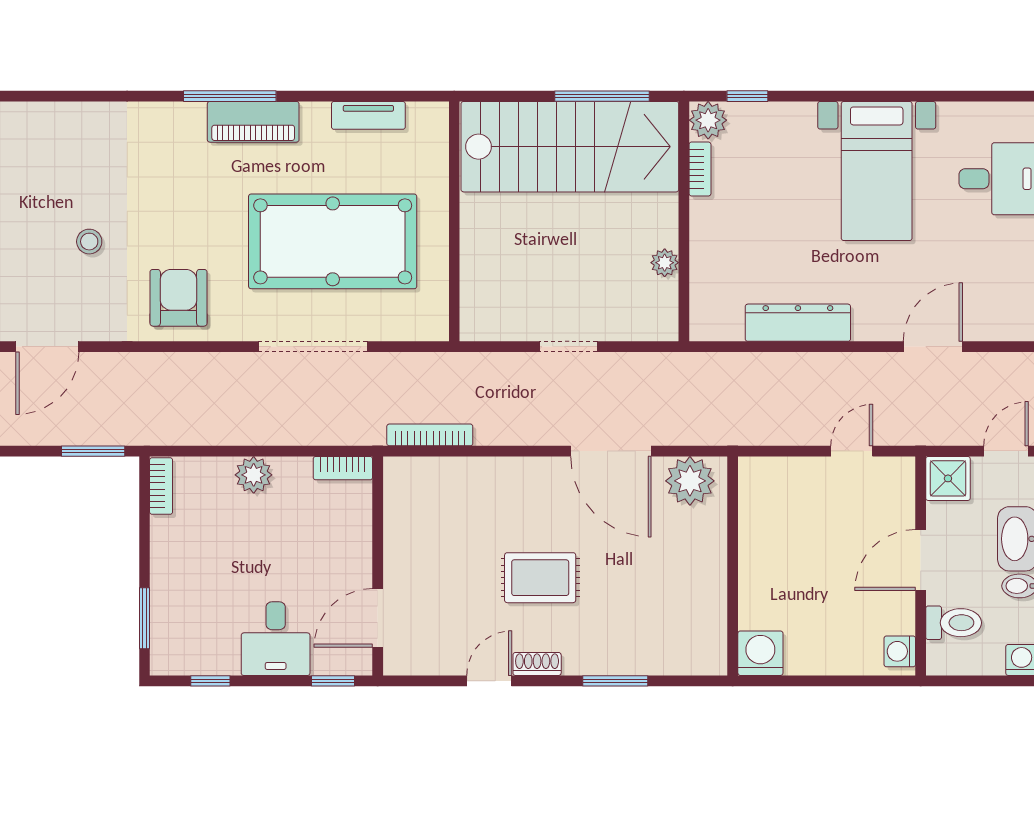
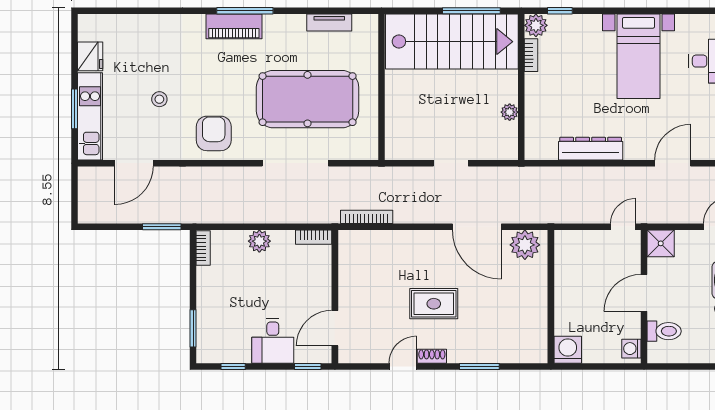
piano: (253, 122) -> (234, 26), moved
shower: (948, 478) -> (661, 243), moved
door: (921, 560) -> (644, 293), moved
wall: (921, 566) -> (644, 297), moved
toilet: (954, 623) -> (664, 331), moved
washing machine: (900, 651) -> (631, 349), moved

